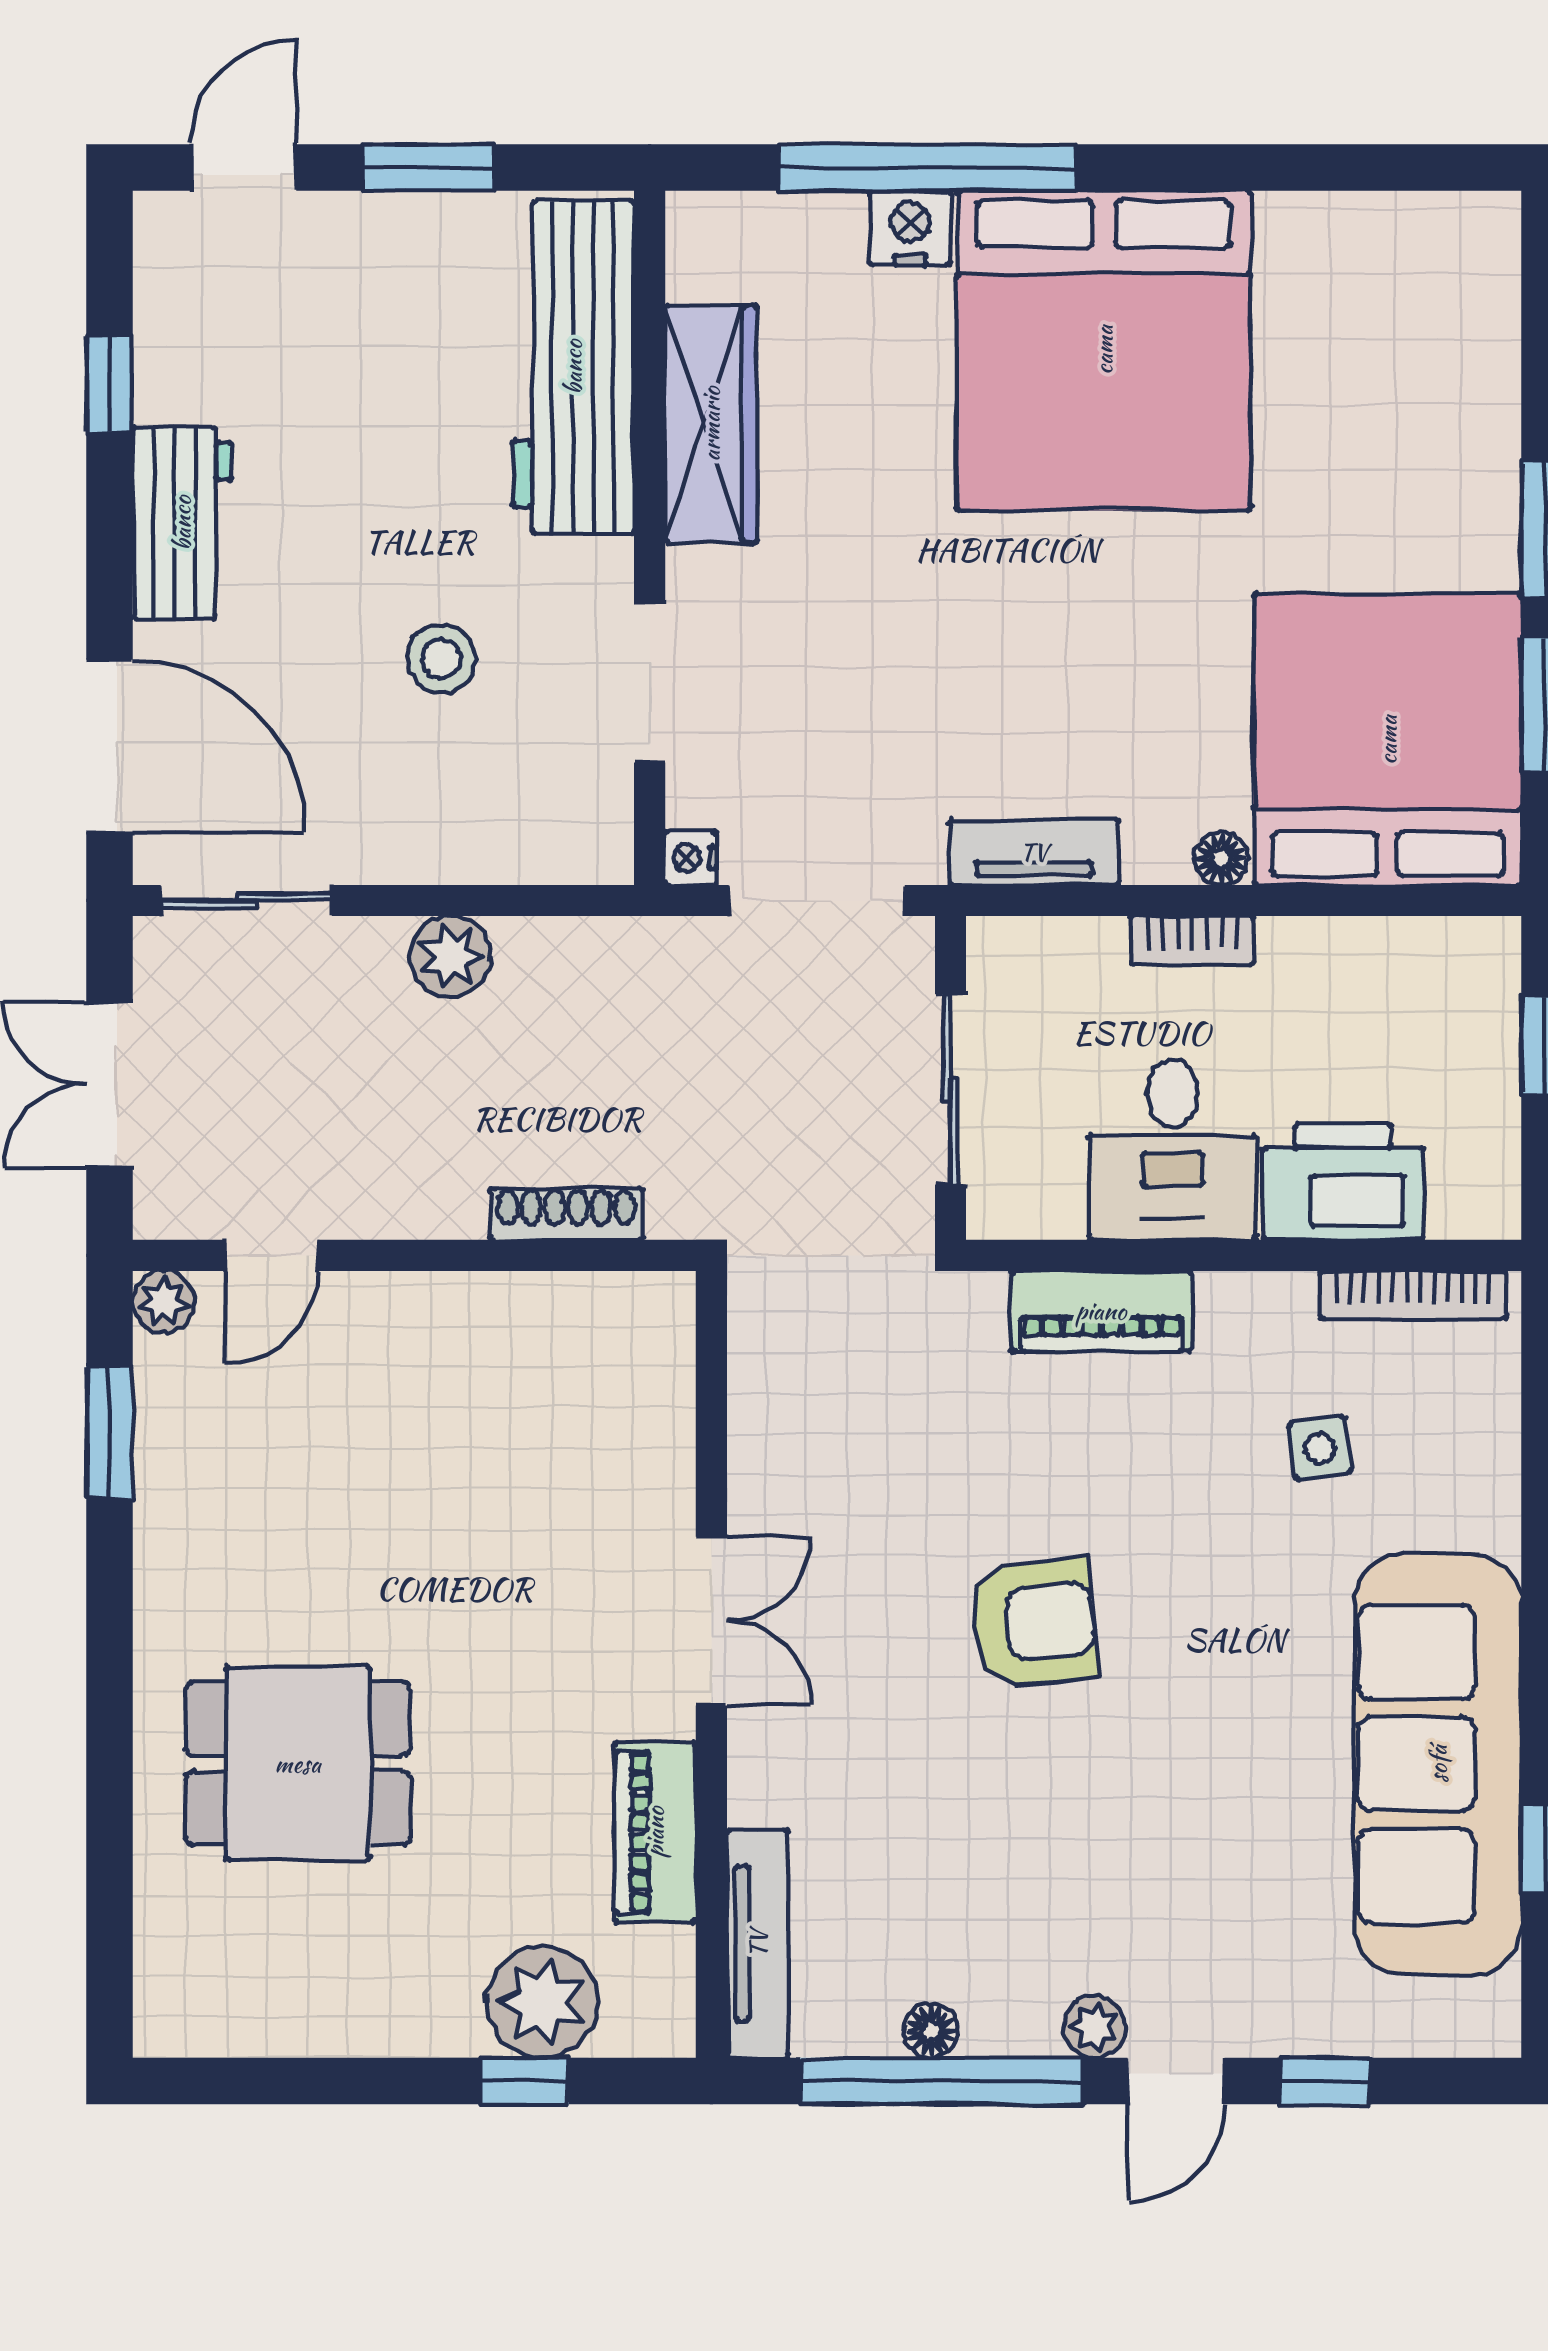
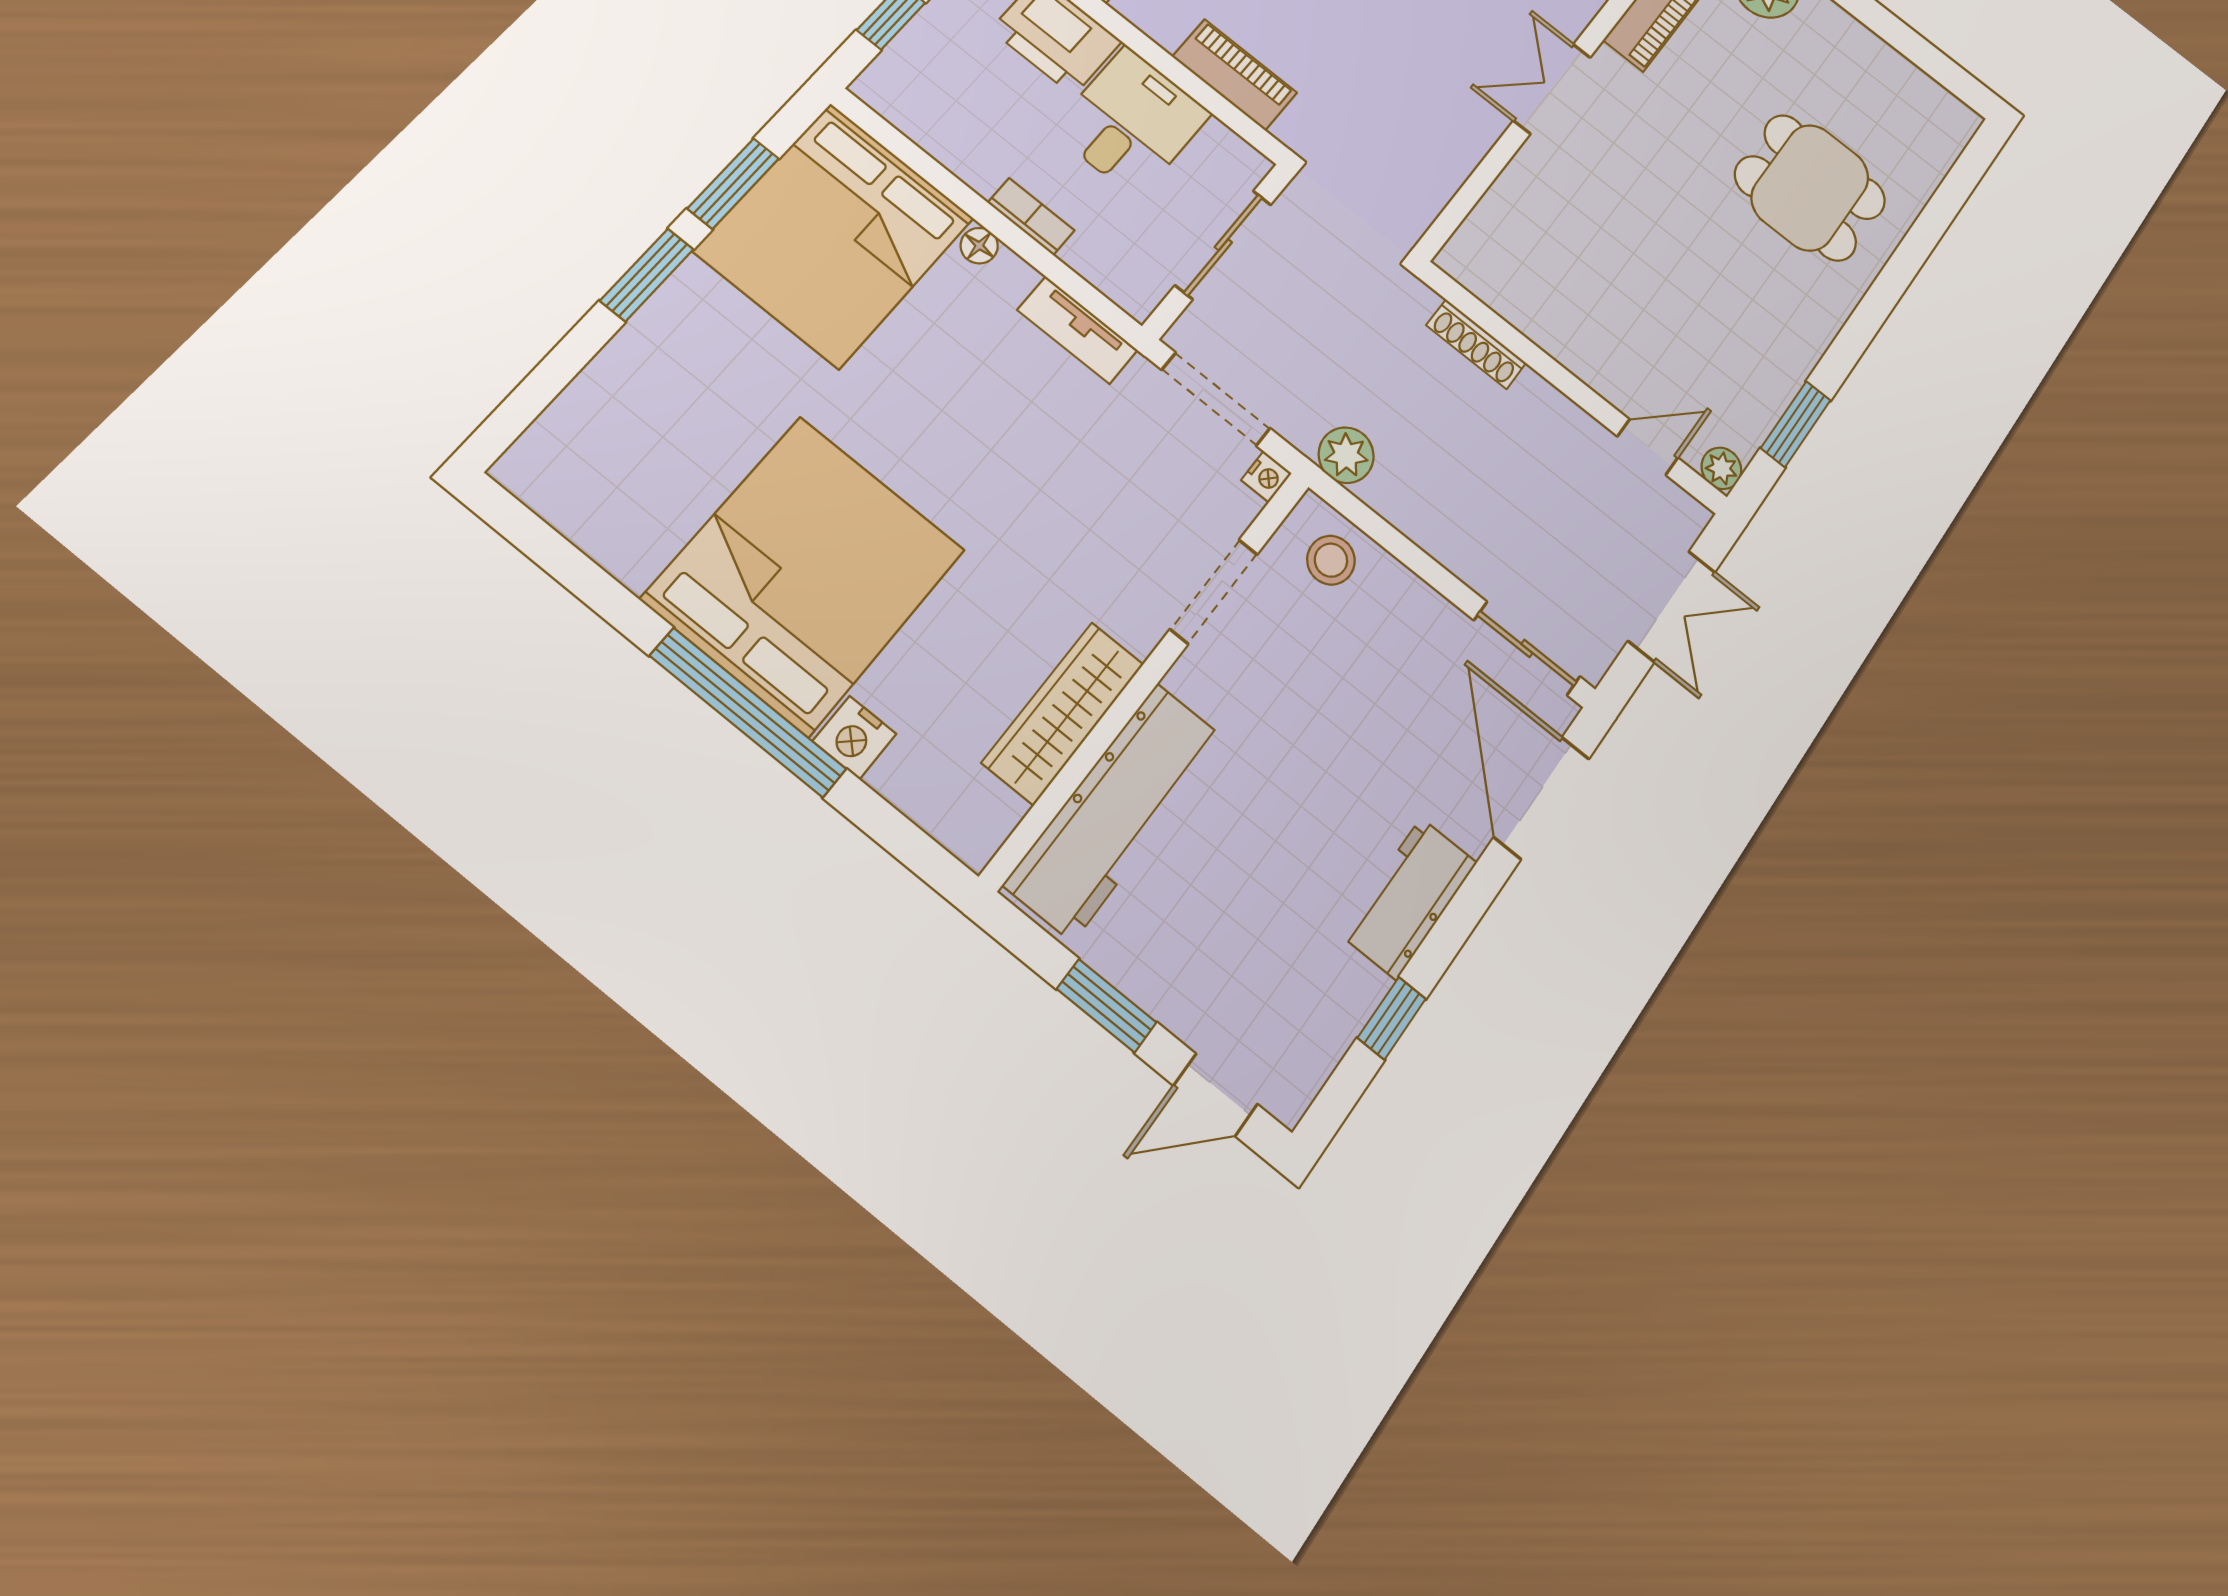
window: (928, 167) -> (748, 712), moved
stool: (441, 659) -> (1331, 560), moved
plant: (451, 956) -> (1346, 455), moved

